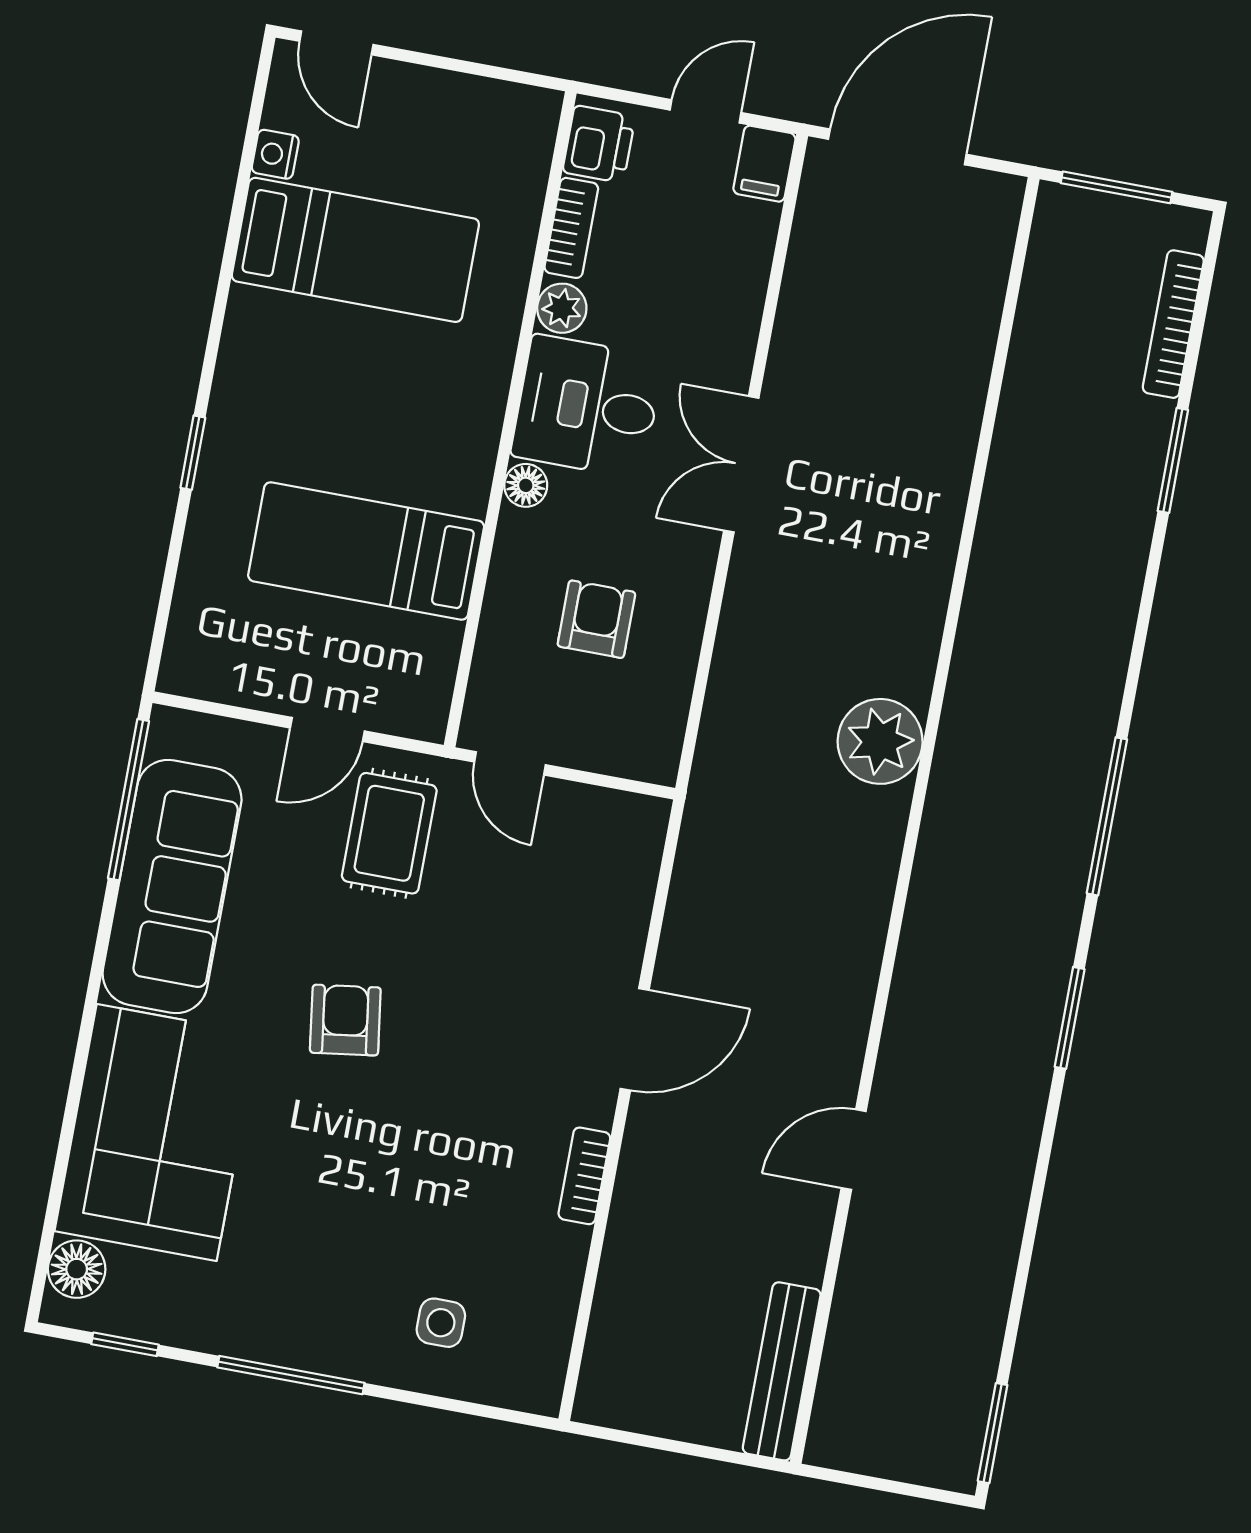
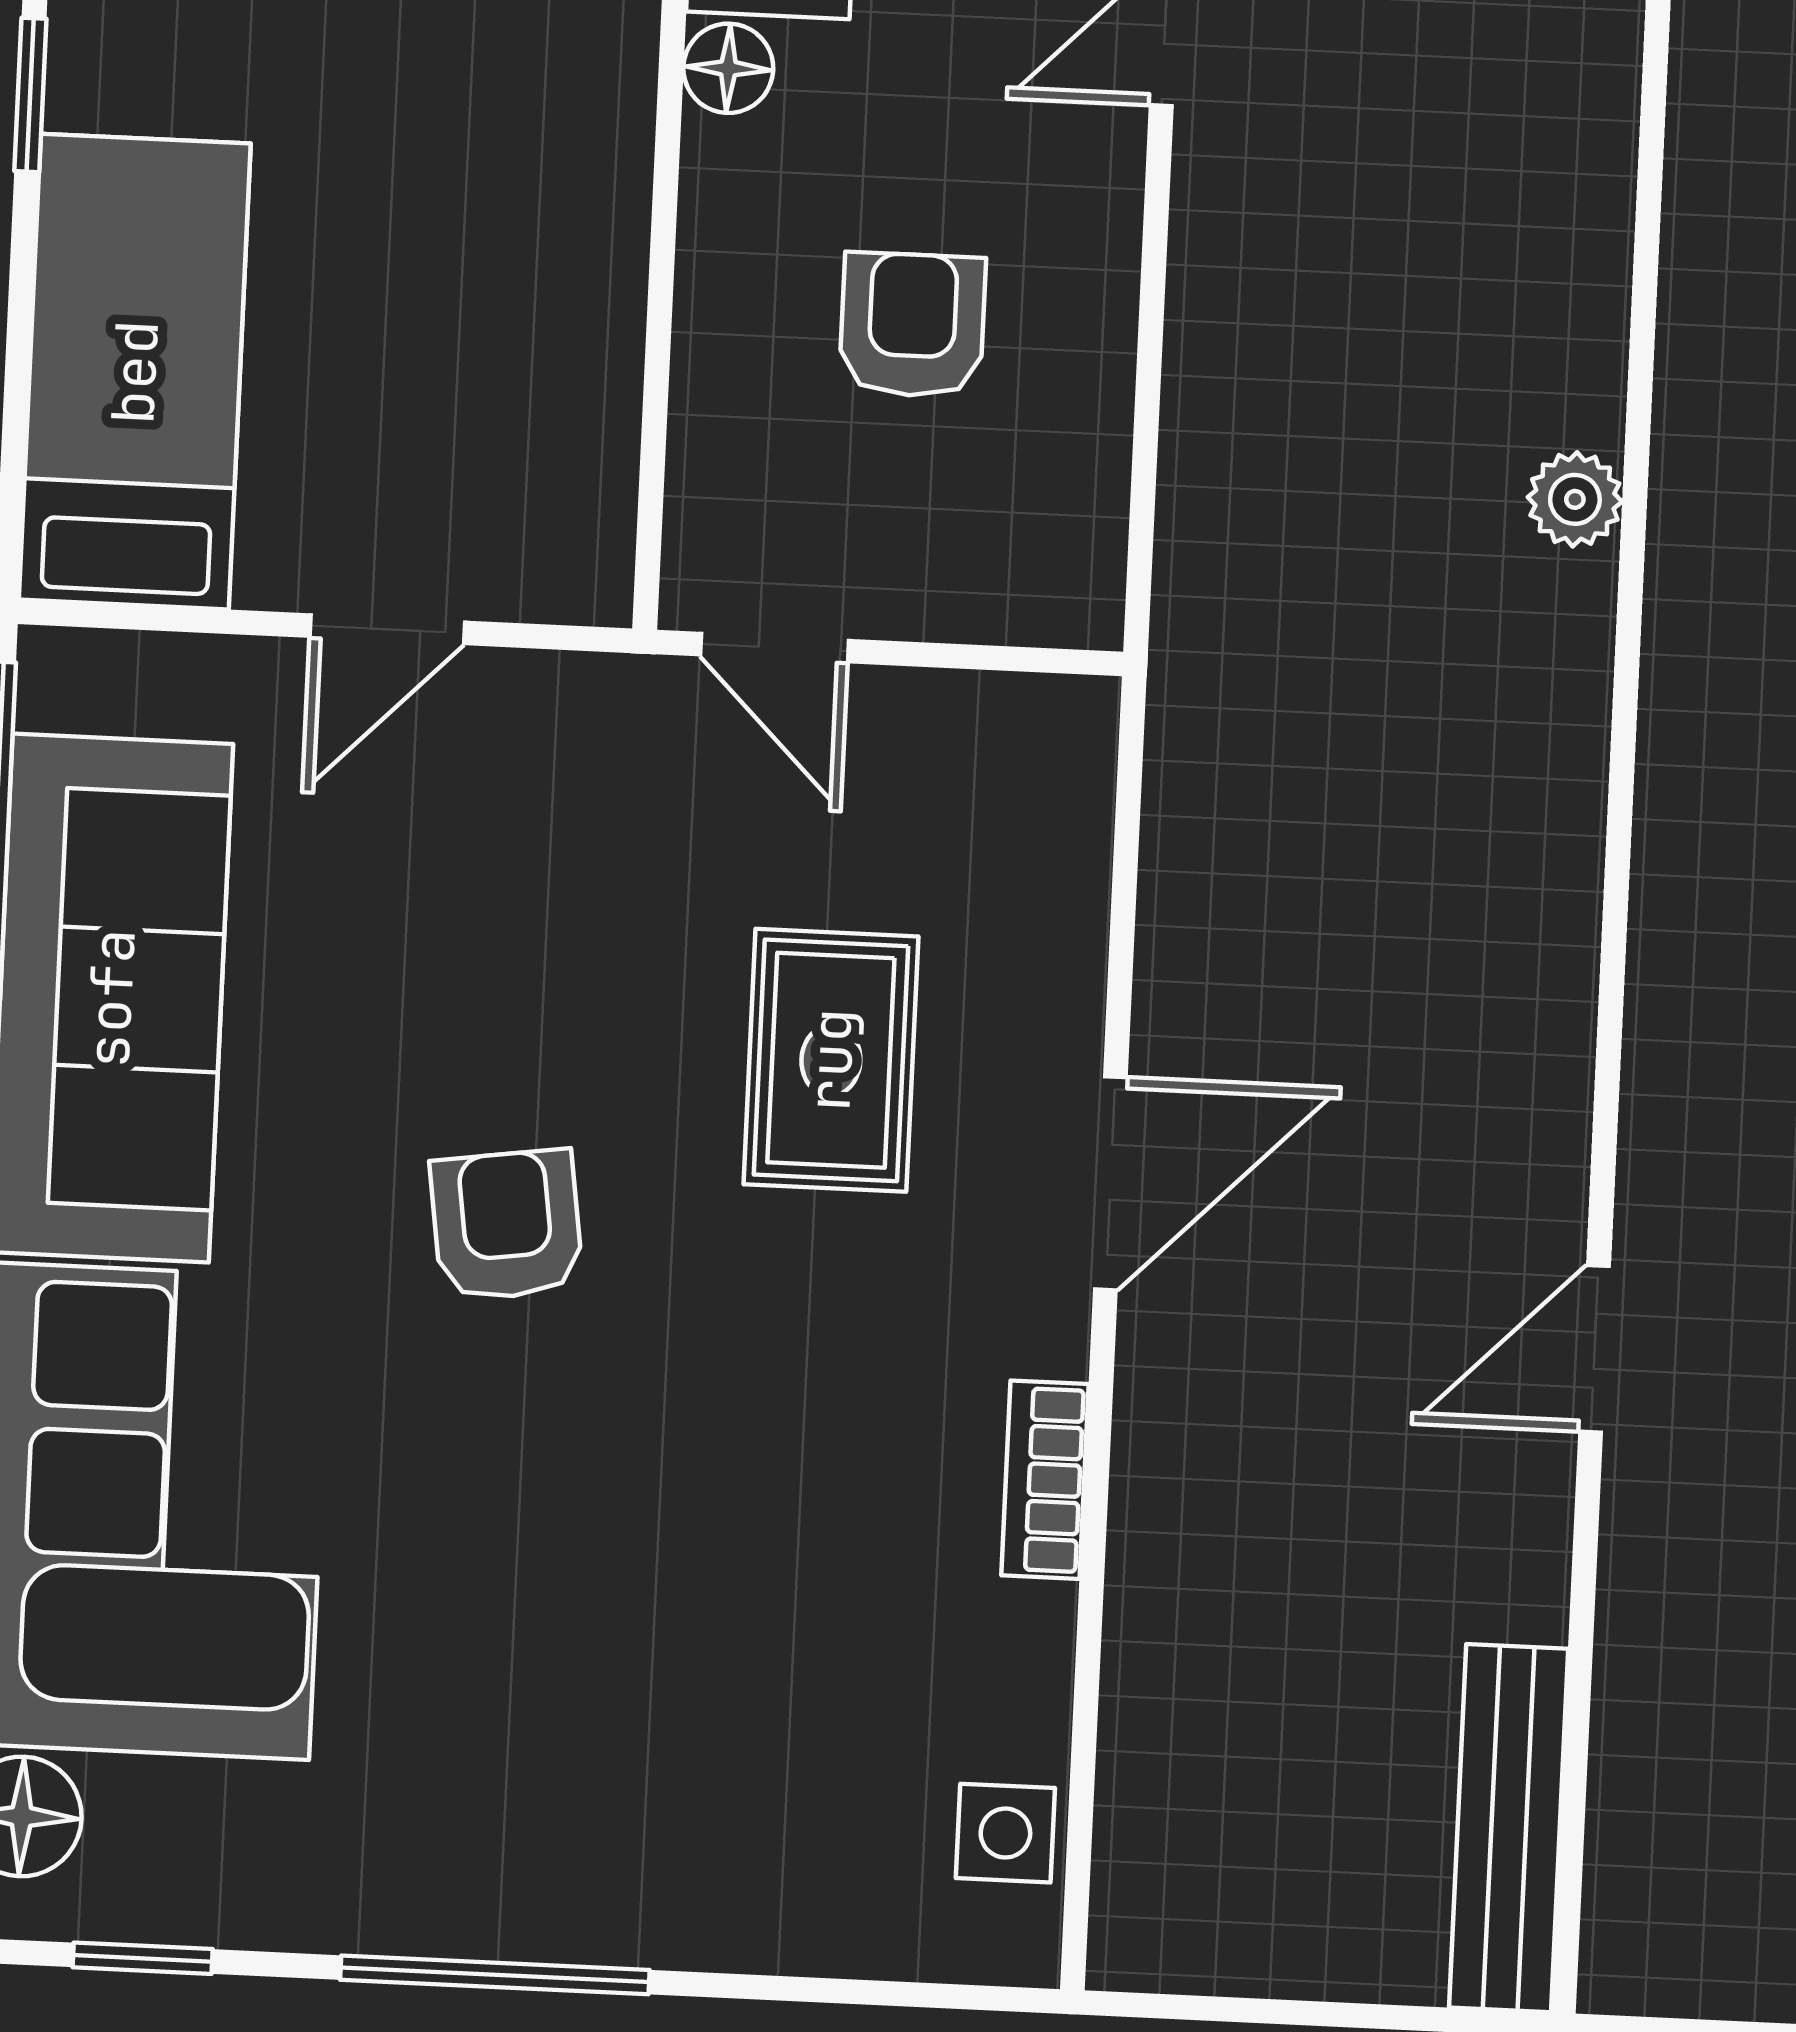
bed: (366, 551) -> (135, 372), moved, turned 90
plant: (880, 741) -> (1575, 499), width x0.53, depth x0.53
rug: (389, 833) -> (831, 1060), moved
side table: (441, 1323) -> (1005, 1833), moved

